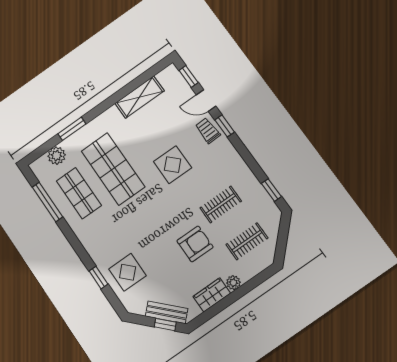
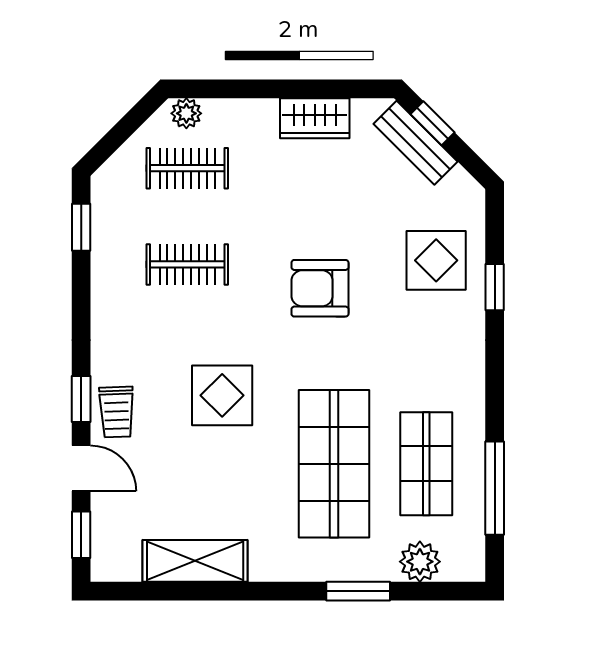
armchair: (195, 244) -> (320, 288), moved
plant: (233, 283) -> (186, 113), moved

